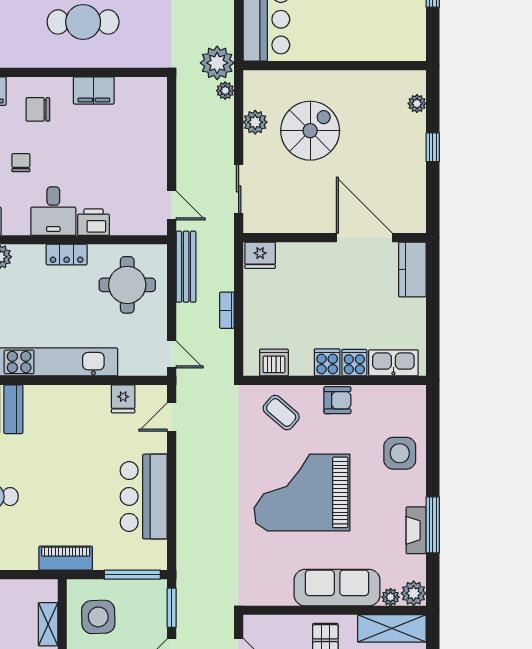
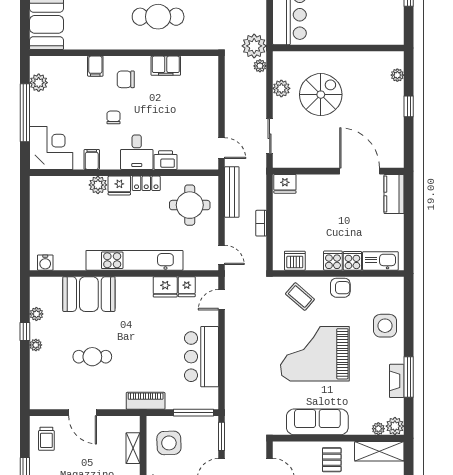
fridge: (29, 258) -> (119, 185), added
fridge: (93, 399) -> (165, 287), added
sofa: (337, 588) -> (317, 422), moved

